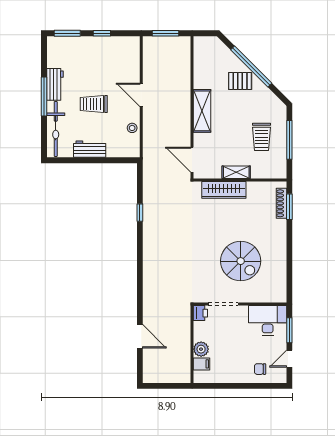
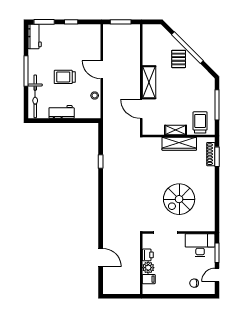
pallet: (240, 81) -> (179, 59), turned 90
workbench: (55, 84) -> (35, 36), moved
trolley: (261, 137) -> (200, 122), moved, turned 180
door: (192, 160) -> (141, 109), moved
wardrobe: (224, 190) -> (179, 144), moved
spiral stairs: (241, 261) -> (179, 199), turned 90
printer: (200, 313) -> (148, 255), moved

